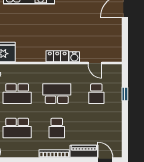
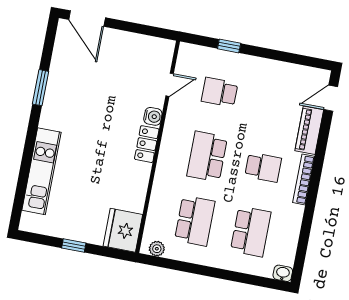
school desk: (96, 94) -> (220, 92), turned 180

